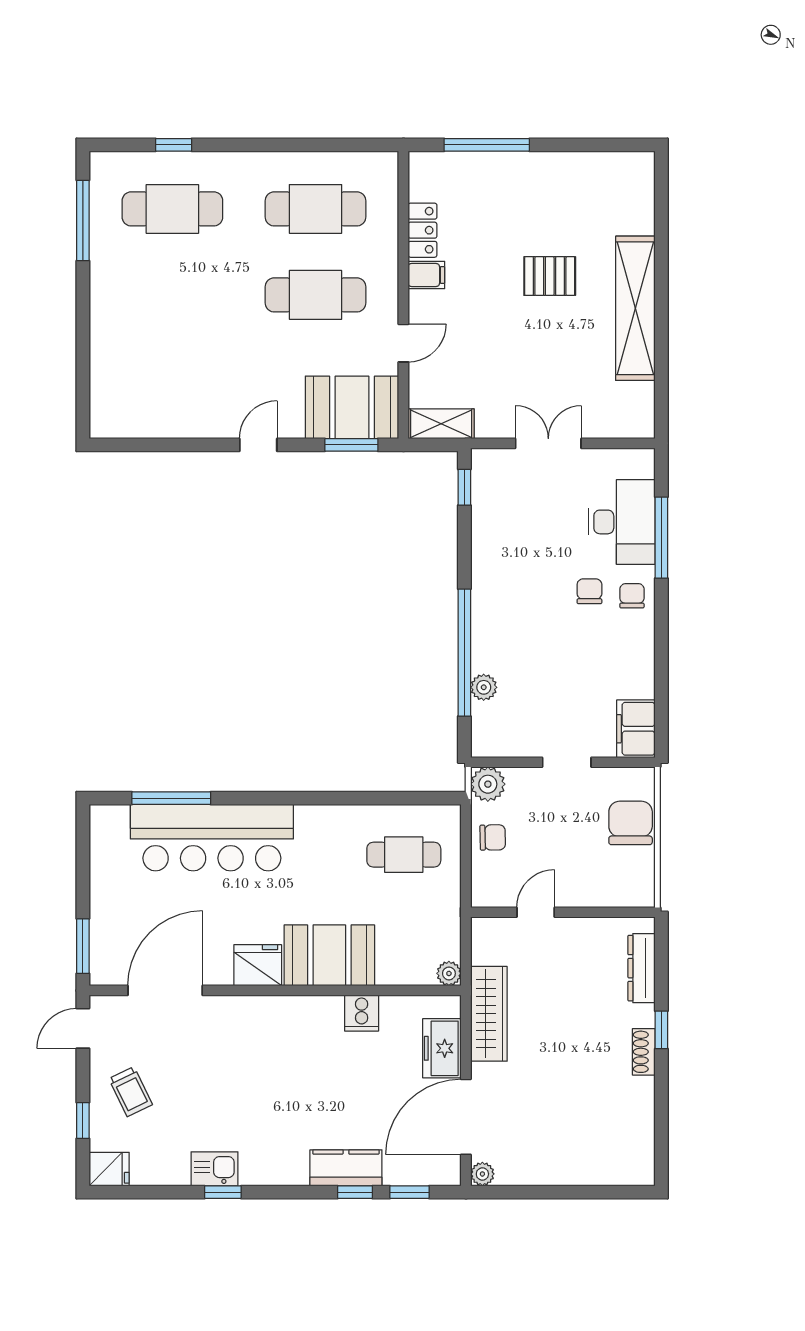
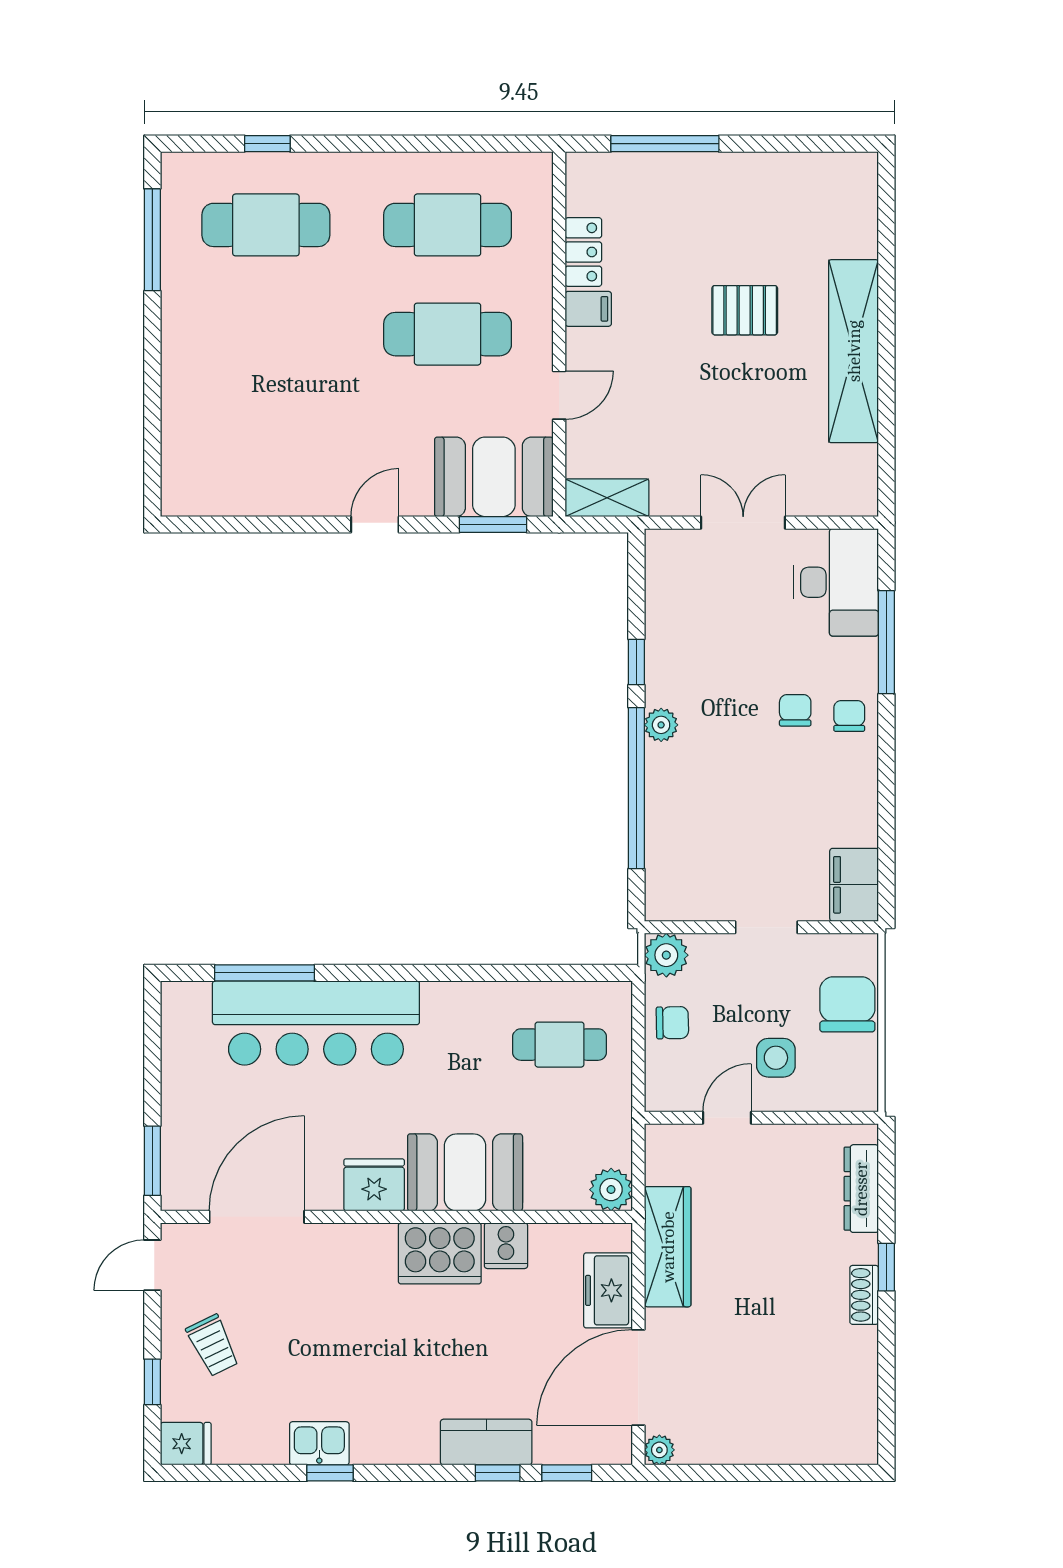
window: (464, 487) -> (636, 662), moved
desk: (622, 522) -> (836, 582), moved
plant: (484, 687) -> (661, 725), moved
side table: (574, 865) -> (776, 1058), added
plant: (449, 973) -> (611, 1190), width x1.38, depth x1.38
cooker: (309, 1019) -> (440, 1253), added

